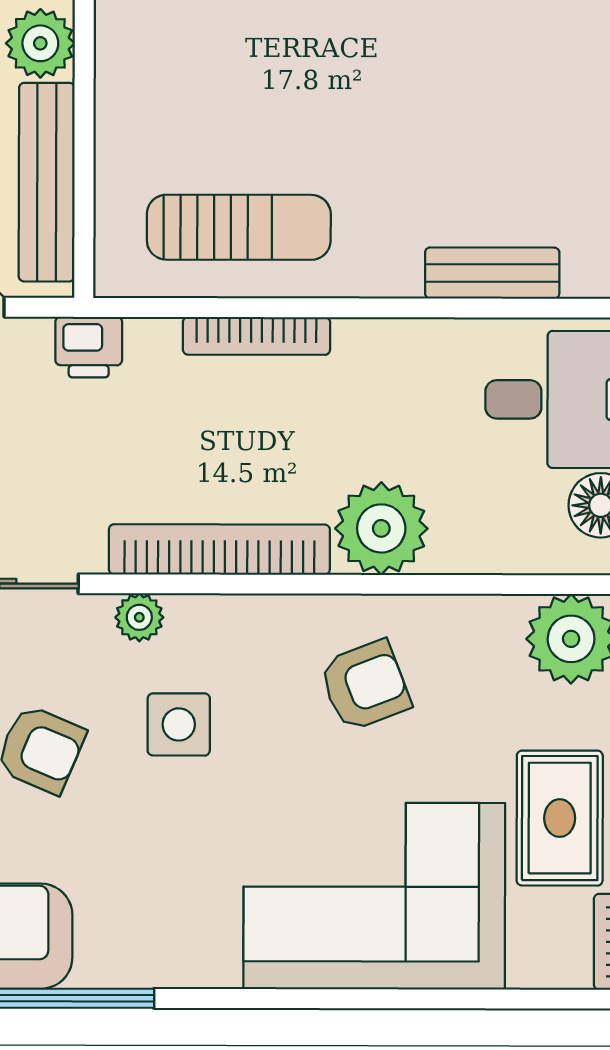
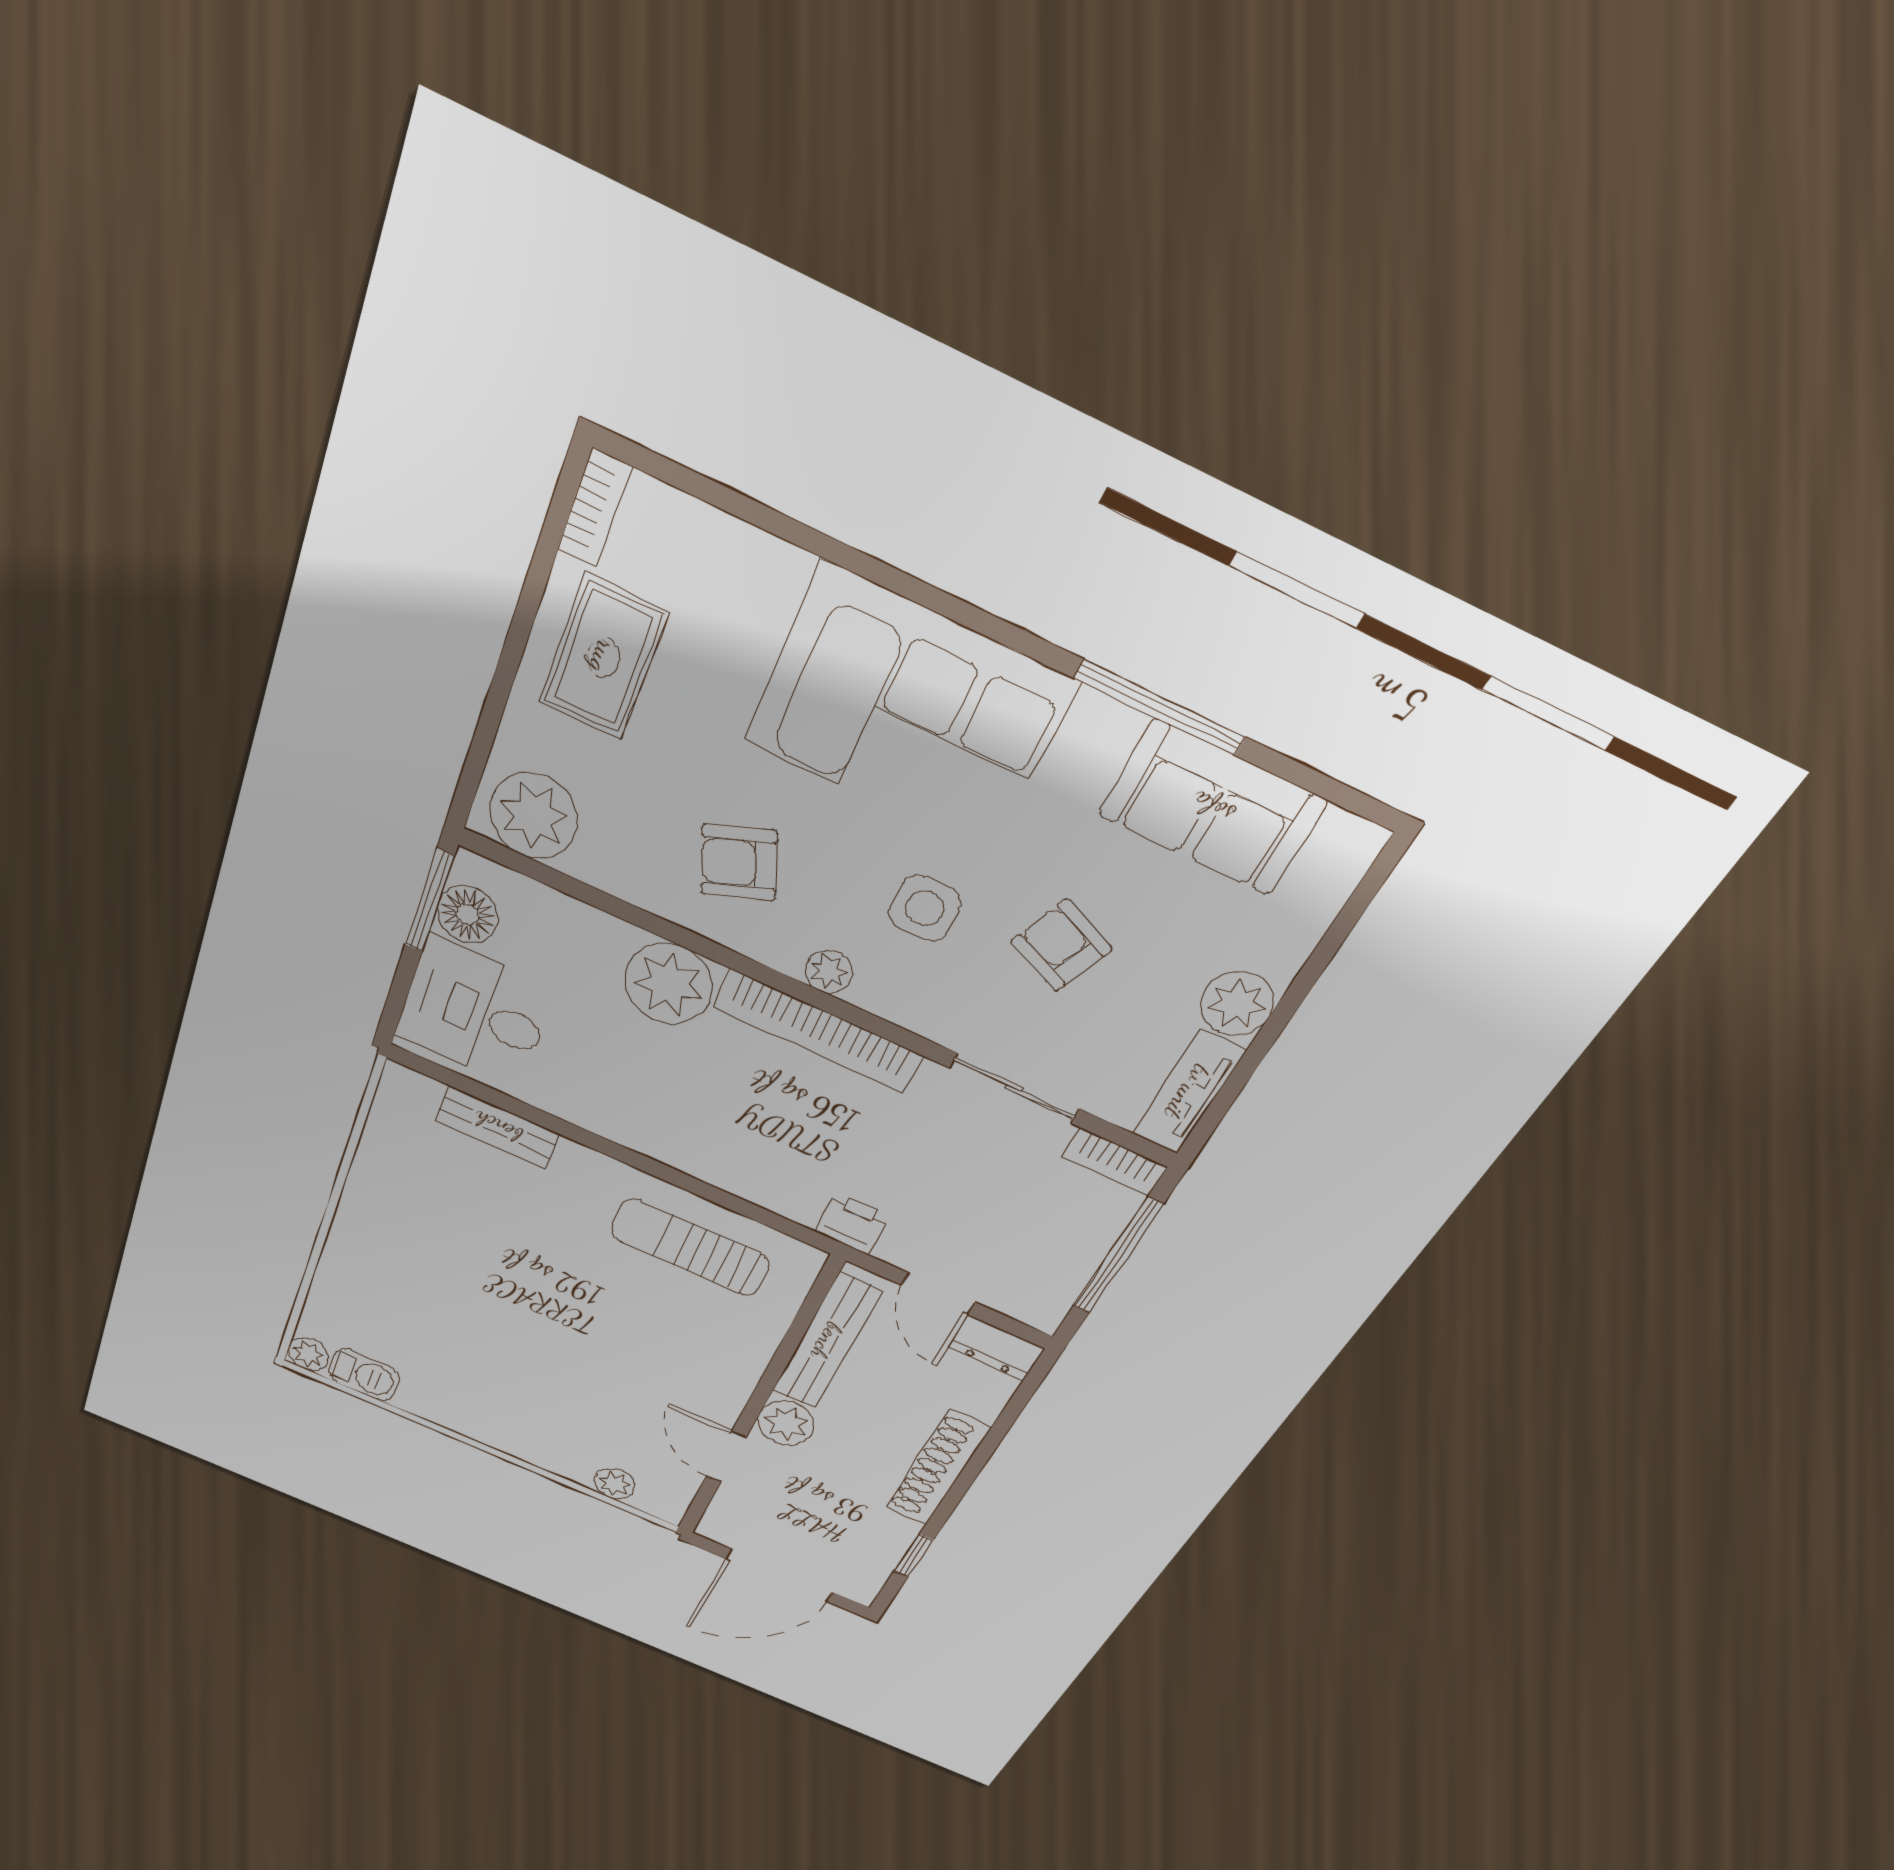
bookcase: (256, 336) -> (711, 1170), removed
plant: (139, 617) -> (829, 972), moved
corner sofa: (374, 896) -> (909, 712), moved

